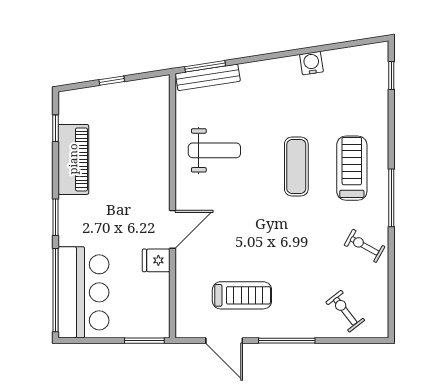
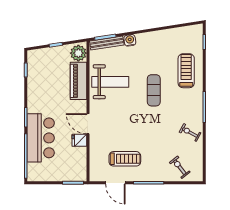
water cooler: (311, 63) -> (130, 40), moved
plant: (154, 96) -> (78, 53), added
weight bench: (214, 150) -> (110, 82), width x1.36, depth x1.33
piano: (73, 159) -> (78, 81), moved, turned 180
treadmill: (352, 168) -> (186, 71), moved
door: (172, 229) -> (88, 124), swing flipped
bar counter: (83, 292) -> (41, 138), moved

